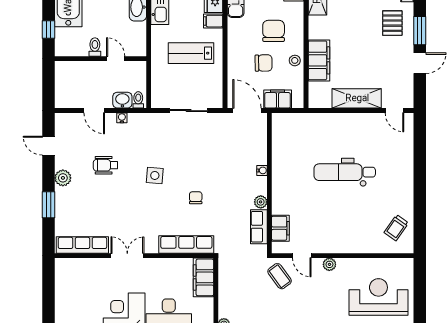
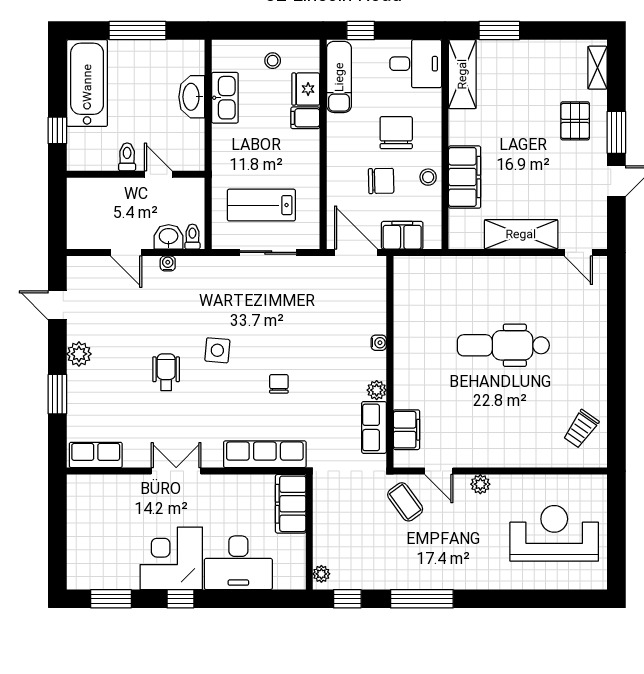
lab bench: (191, 53) -> (261, 205), moved
wheelchair: (106, 165) -> (166, 372), moved, turned 90
row of seats: (82, 245) -> (96, 455), width x0.68

